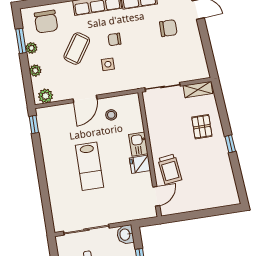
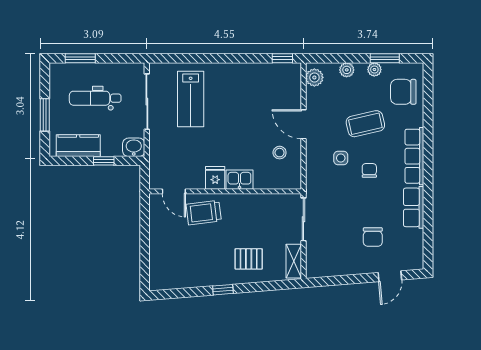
coffee table: (77, 49) -> (365, 124), turned -47
lab bench: (90, 166) -> (191, 99), moved, turned -90

